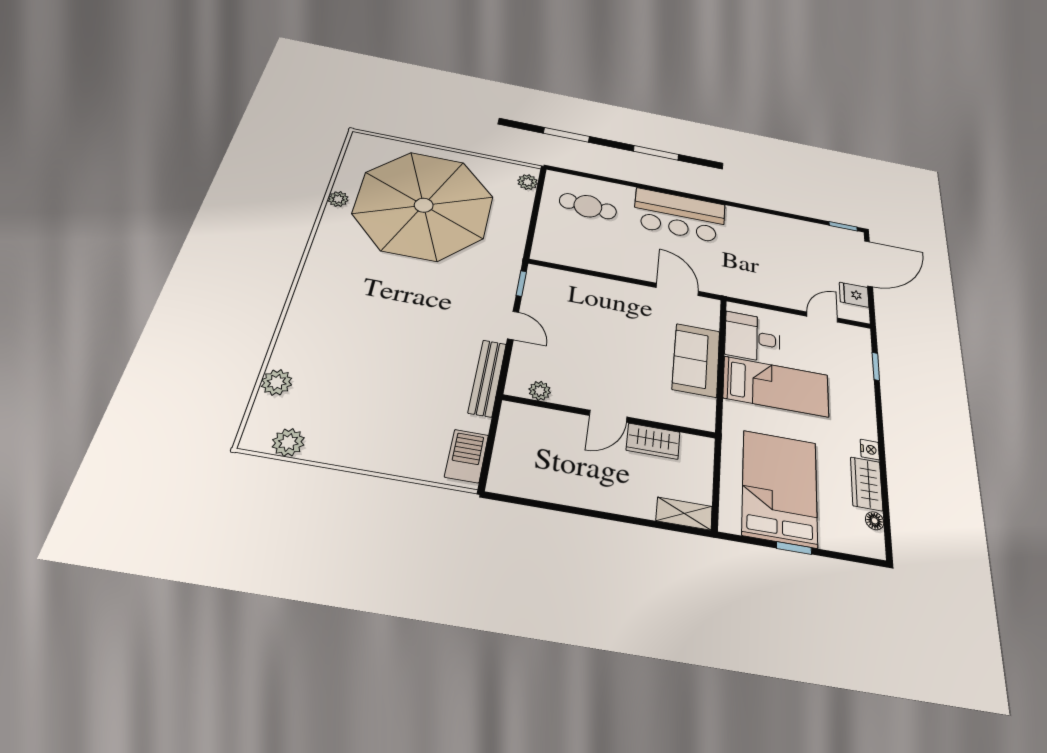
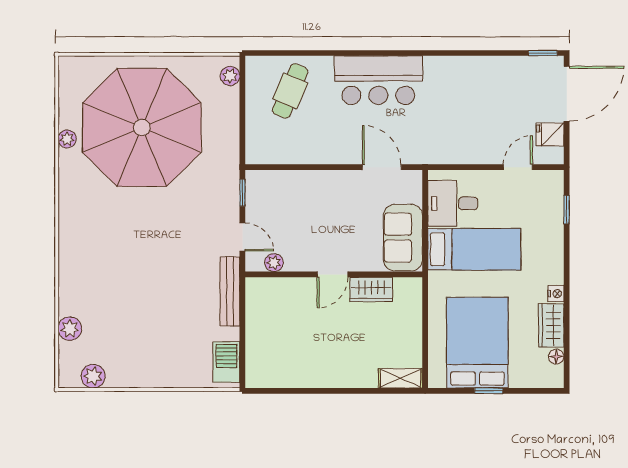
cafe table: (588, 206) -> (290, 91), turned -72
plant: (540, 391) -> (274, 263), moved
door: (608, 416) -> (333, 274), moved
wall: (610, 416) -> (334, 274), moved
wardrobe: (653, 441) -> (371, 290), moved

